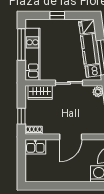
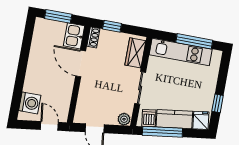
window: (57, 15) -> (218, 103), moved
door: (71, 137) -> (81, 64), moved
window: (21, 163) -> (58, 16), added

